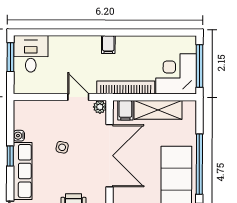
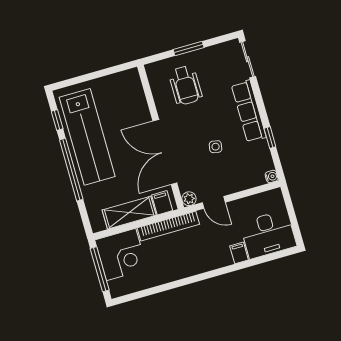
filing cabinet: (108, 45) -> (239, 253), moved
desk: (31, 54) -> (268, 234), width x1.37
window: (10, 57) -> (294, 223), removed
water cooler: (19, 136) -> (272, 177), moved
window: (10, 156) -> (270, 138), moved

